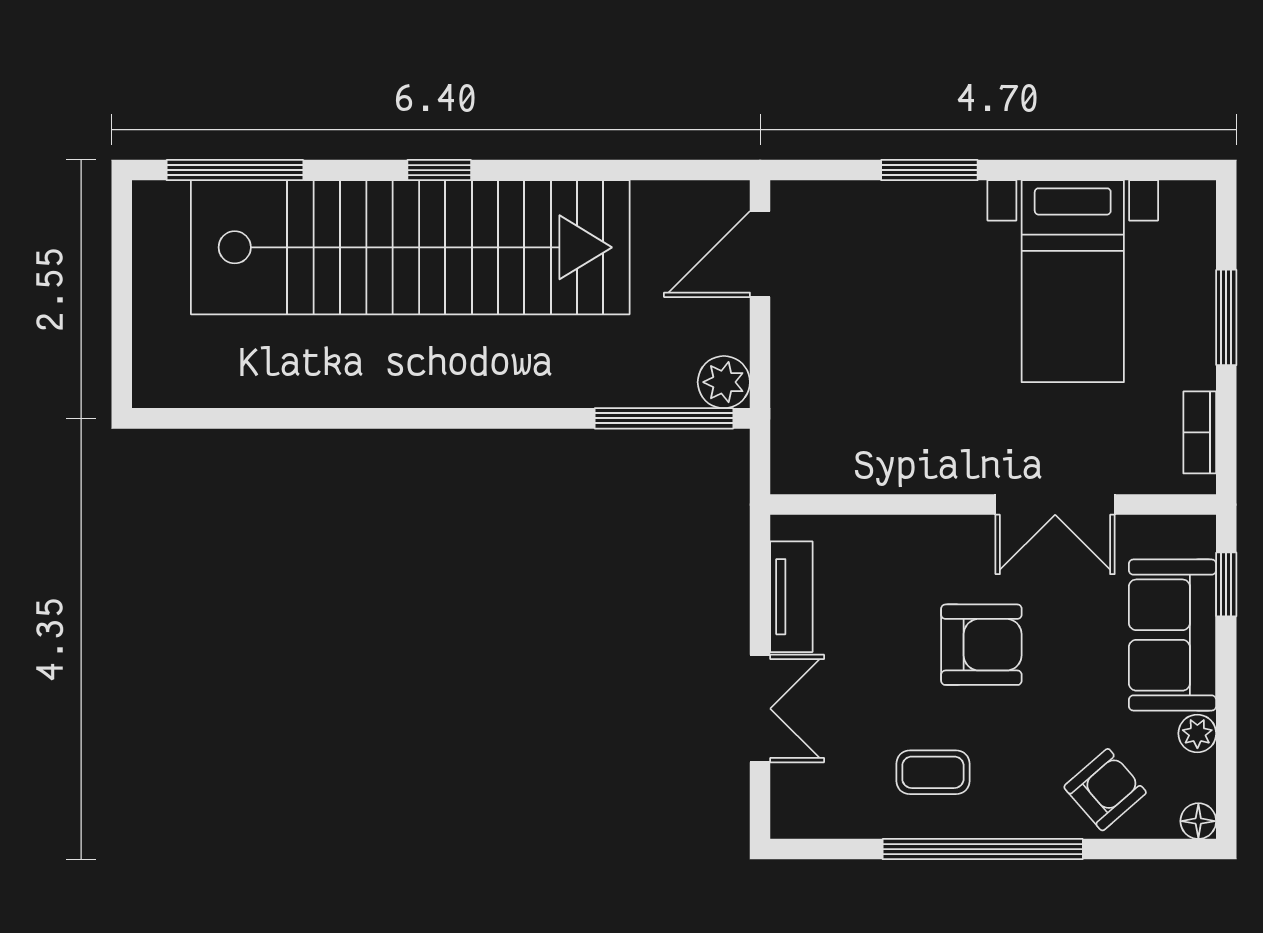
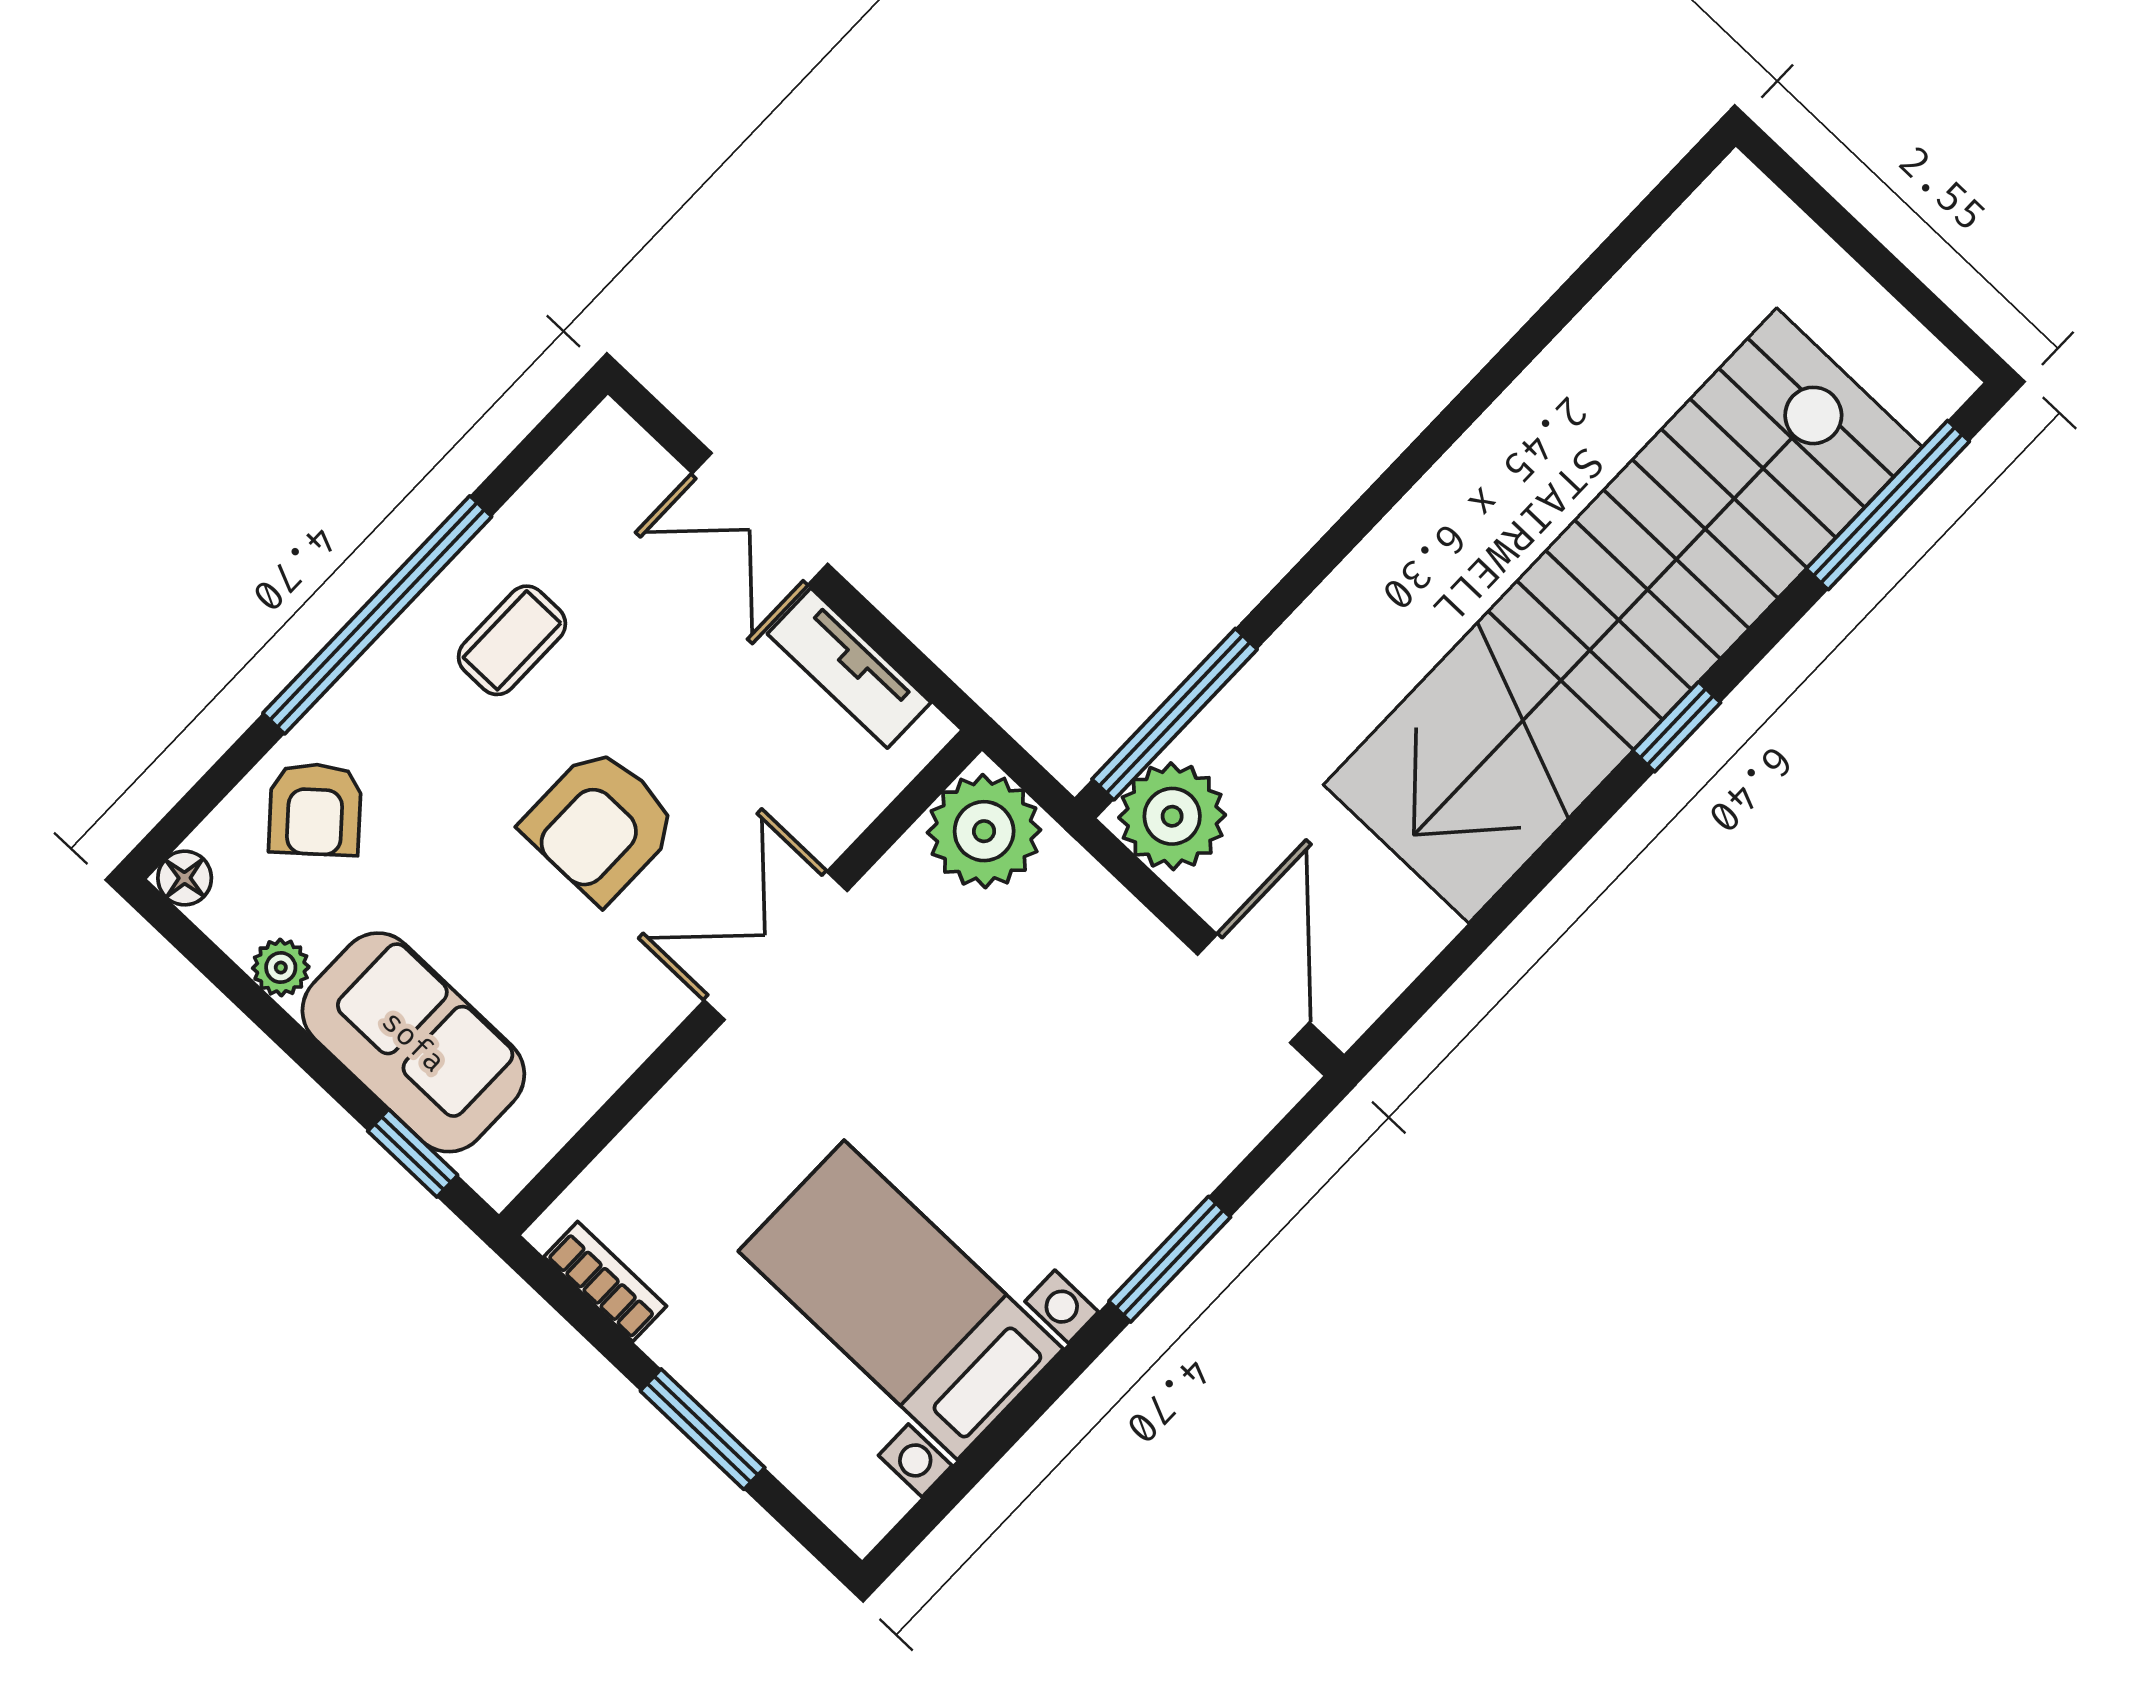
plant: (724, 382) -> (1172, 816), width x1.36, depth x1.36
plant: (808, 457) -> (984, 831), added
double door: (1055, 505) -> (776, 946), moved

